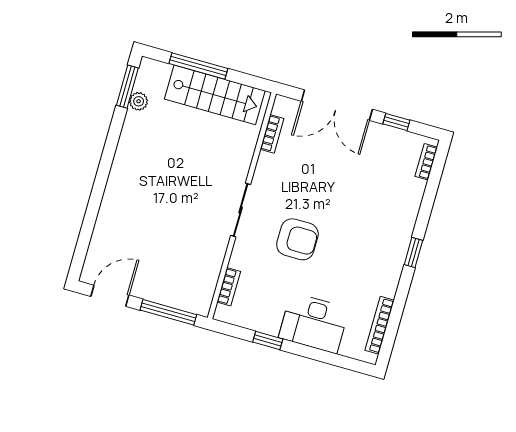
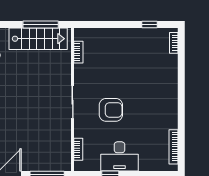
window: (198, 66) -> (41, 24), moved
double door: (337, 105) -> (112, 24), removed
window: (413, 252) -> (181, 98), removed
desk: (314, 323) -> (119, 156), moved

